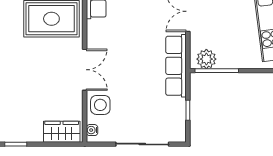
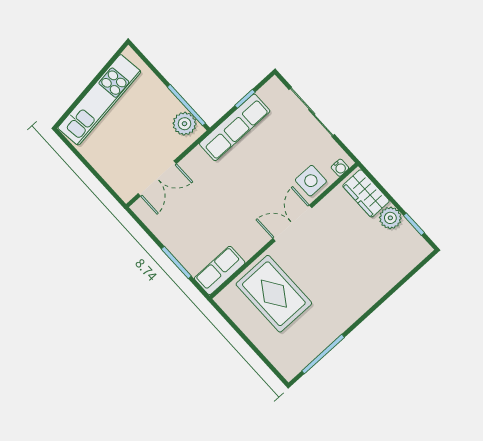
row of seats: (176, 66) -> (235, 127), moved
plant: (33, 133) -> (390, 218), added

